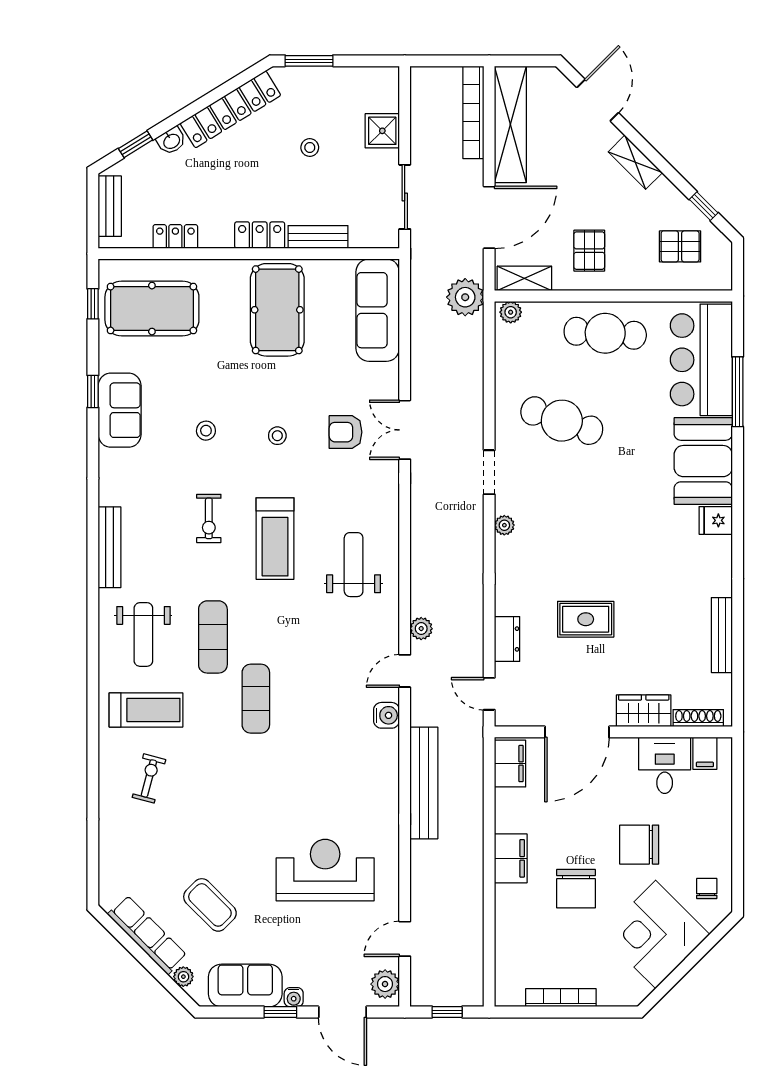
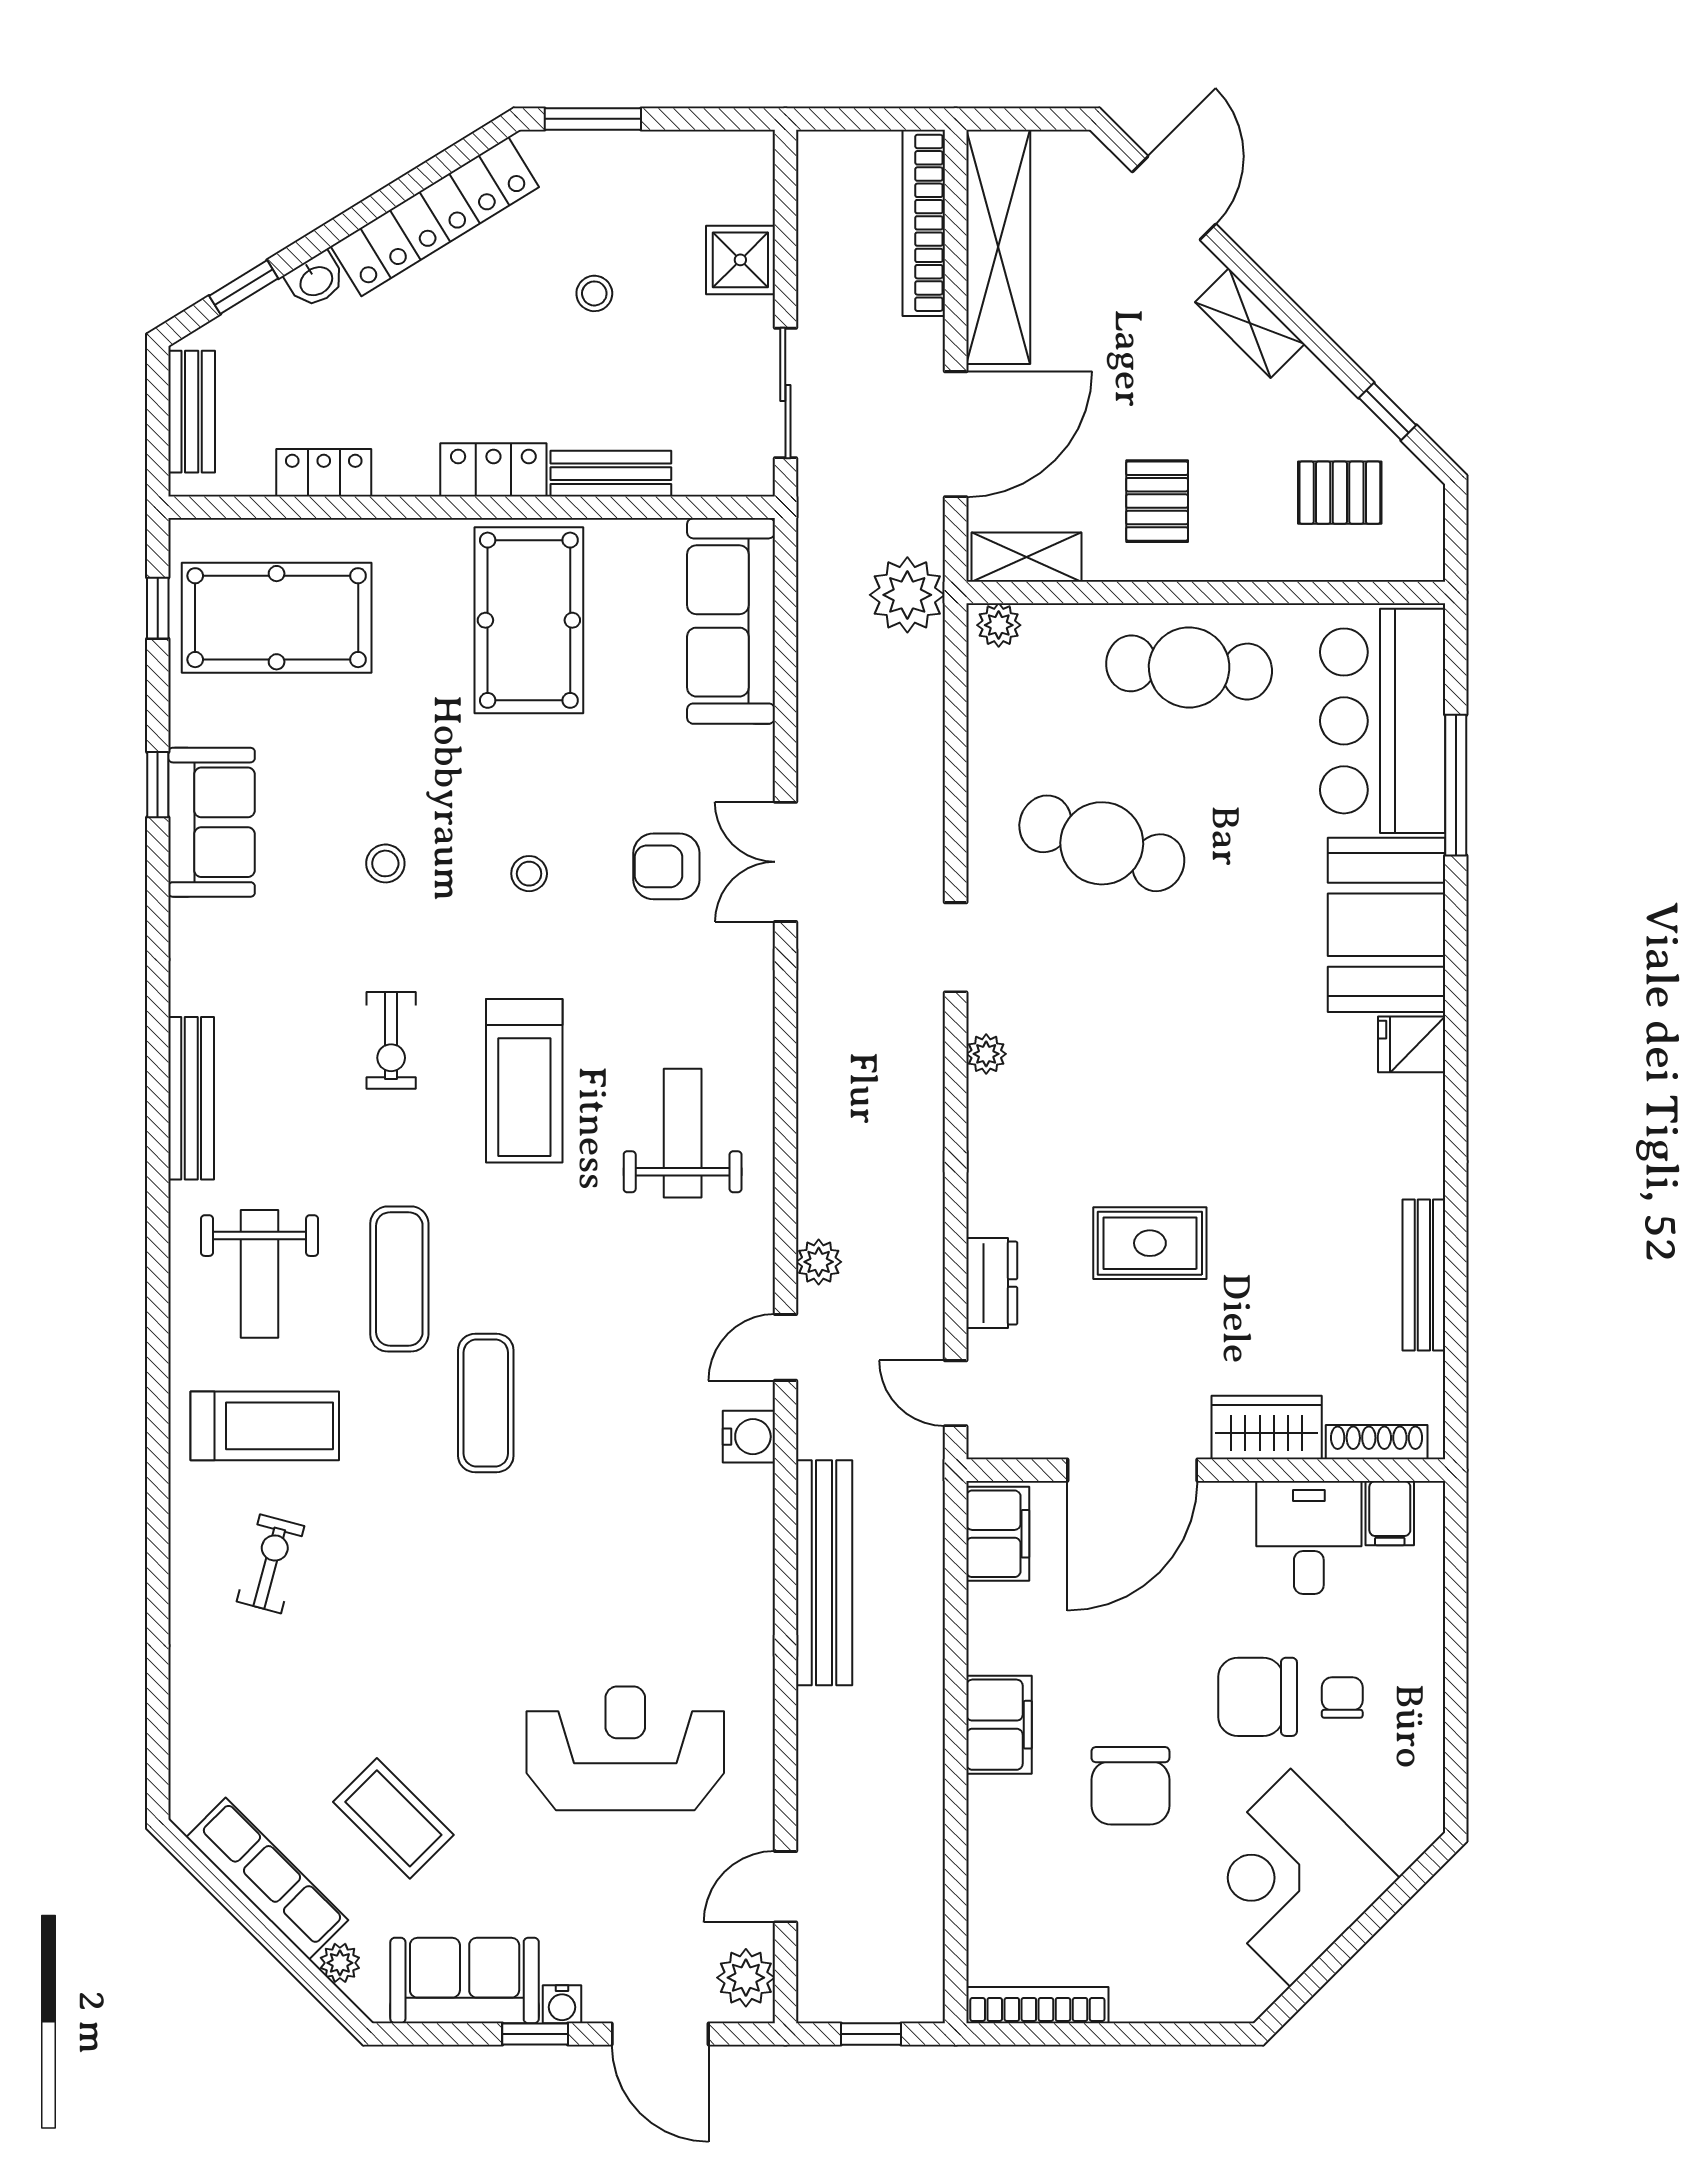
chair: (707, 889) -> (1342, 1698), moved
bookcase: (561, 998) -> (1037, 2005), moved

